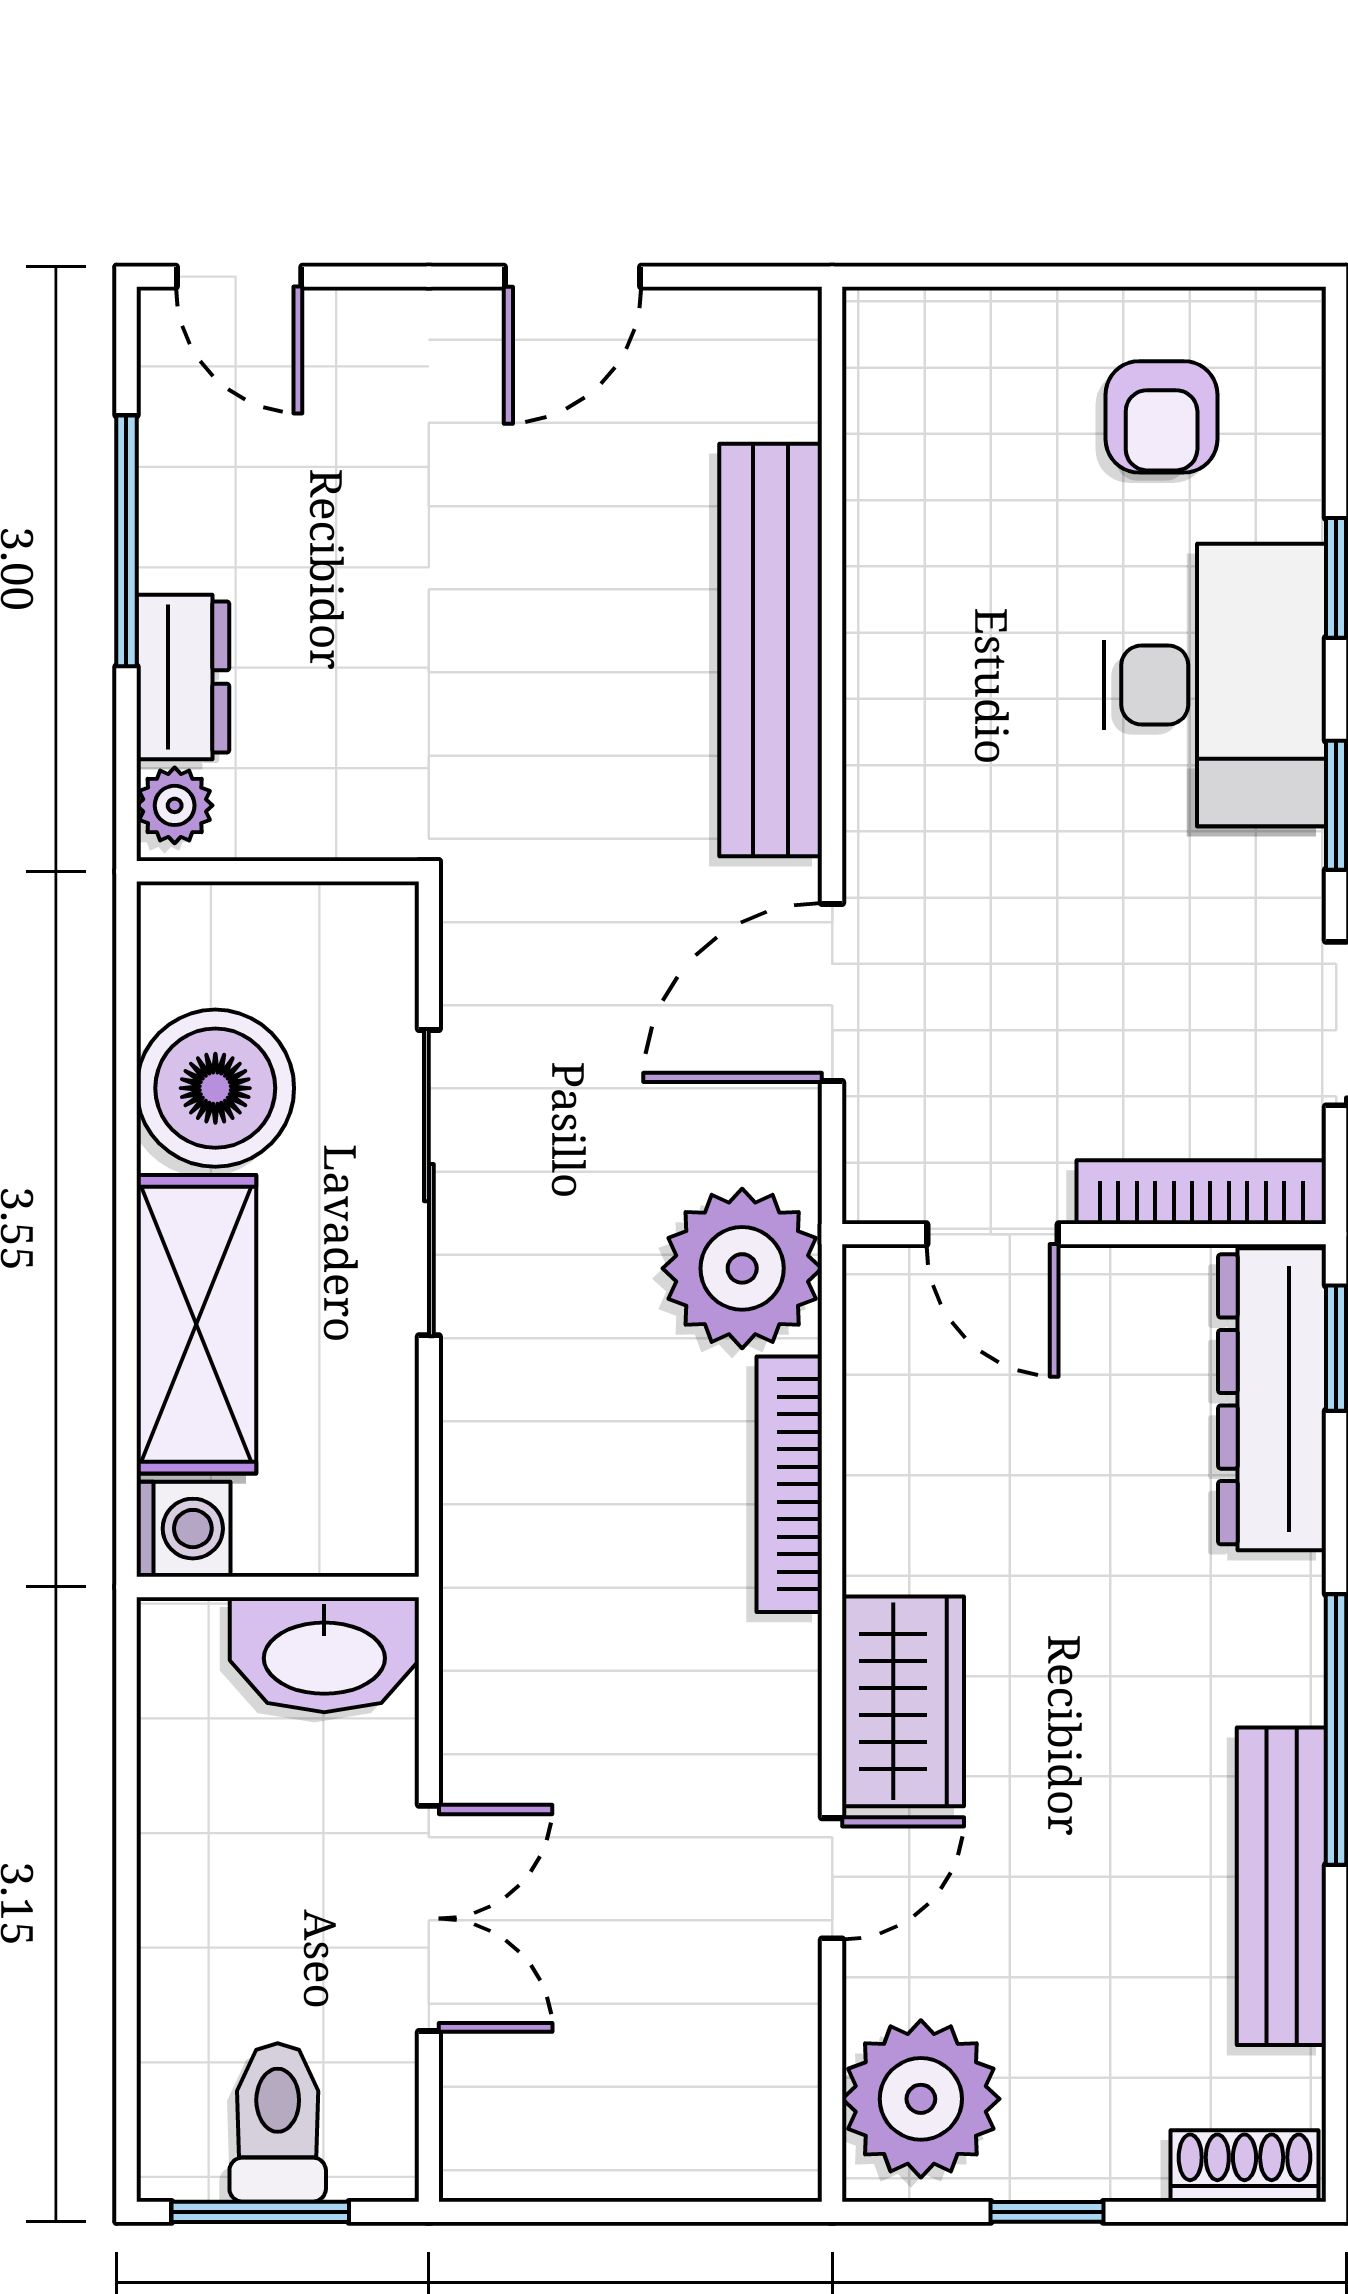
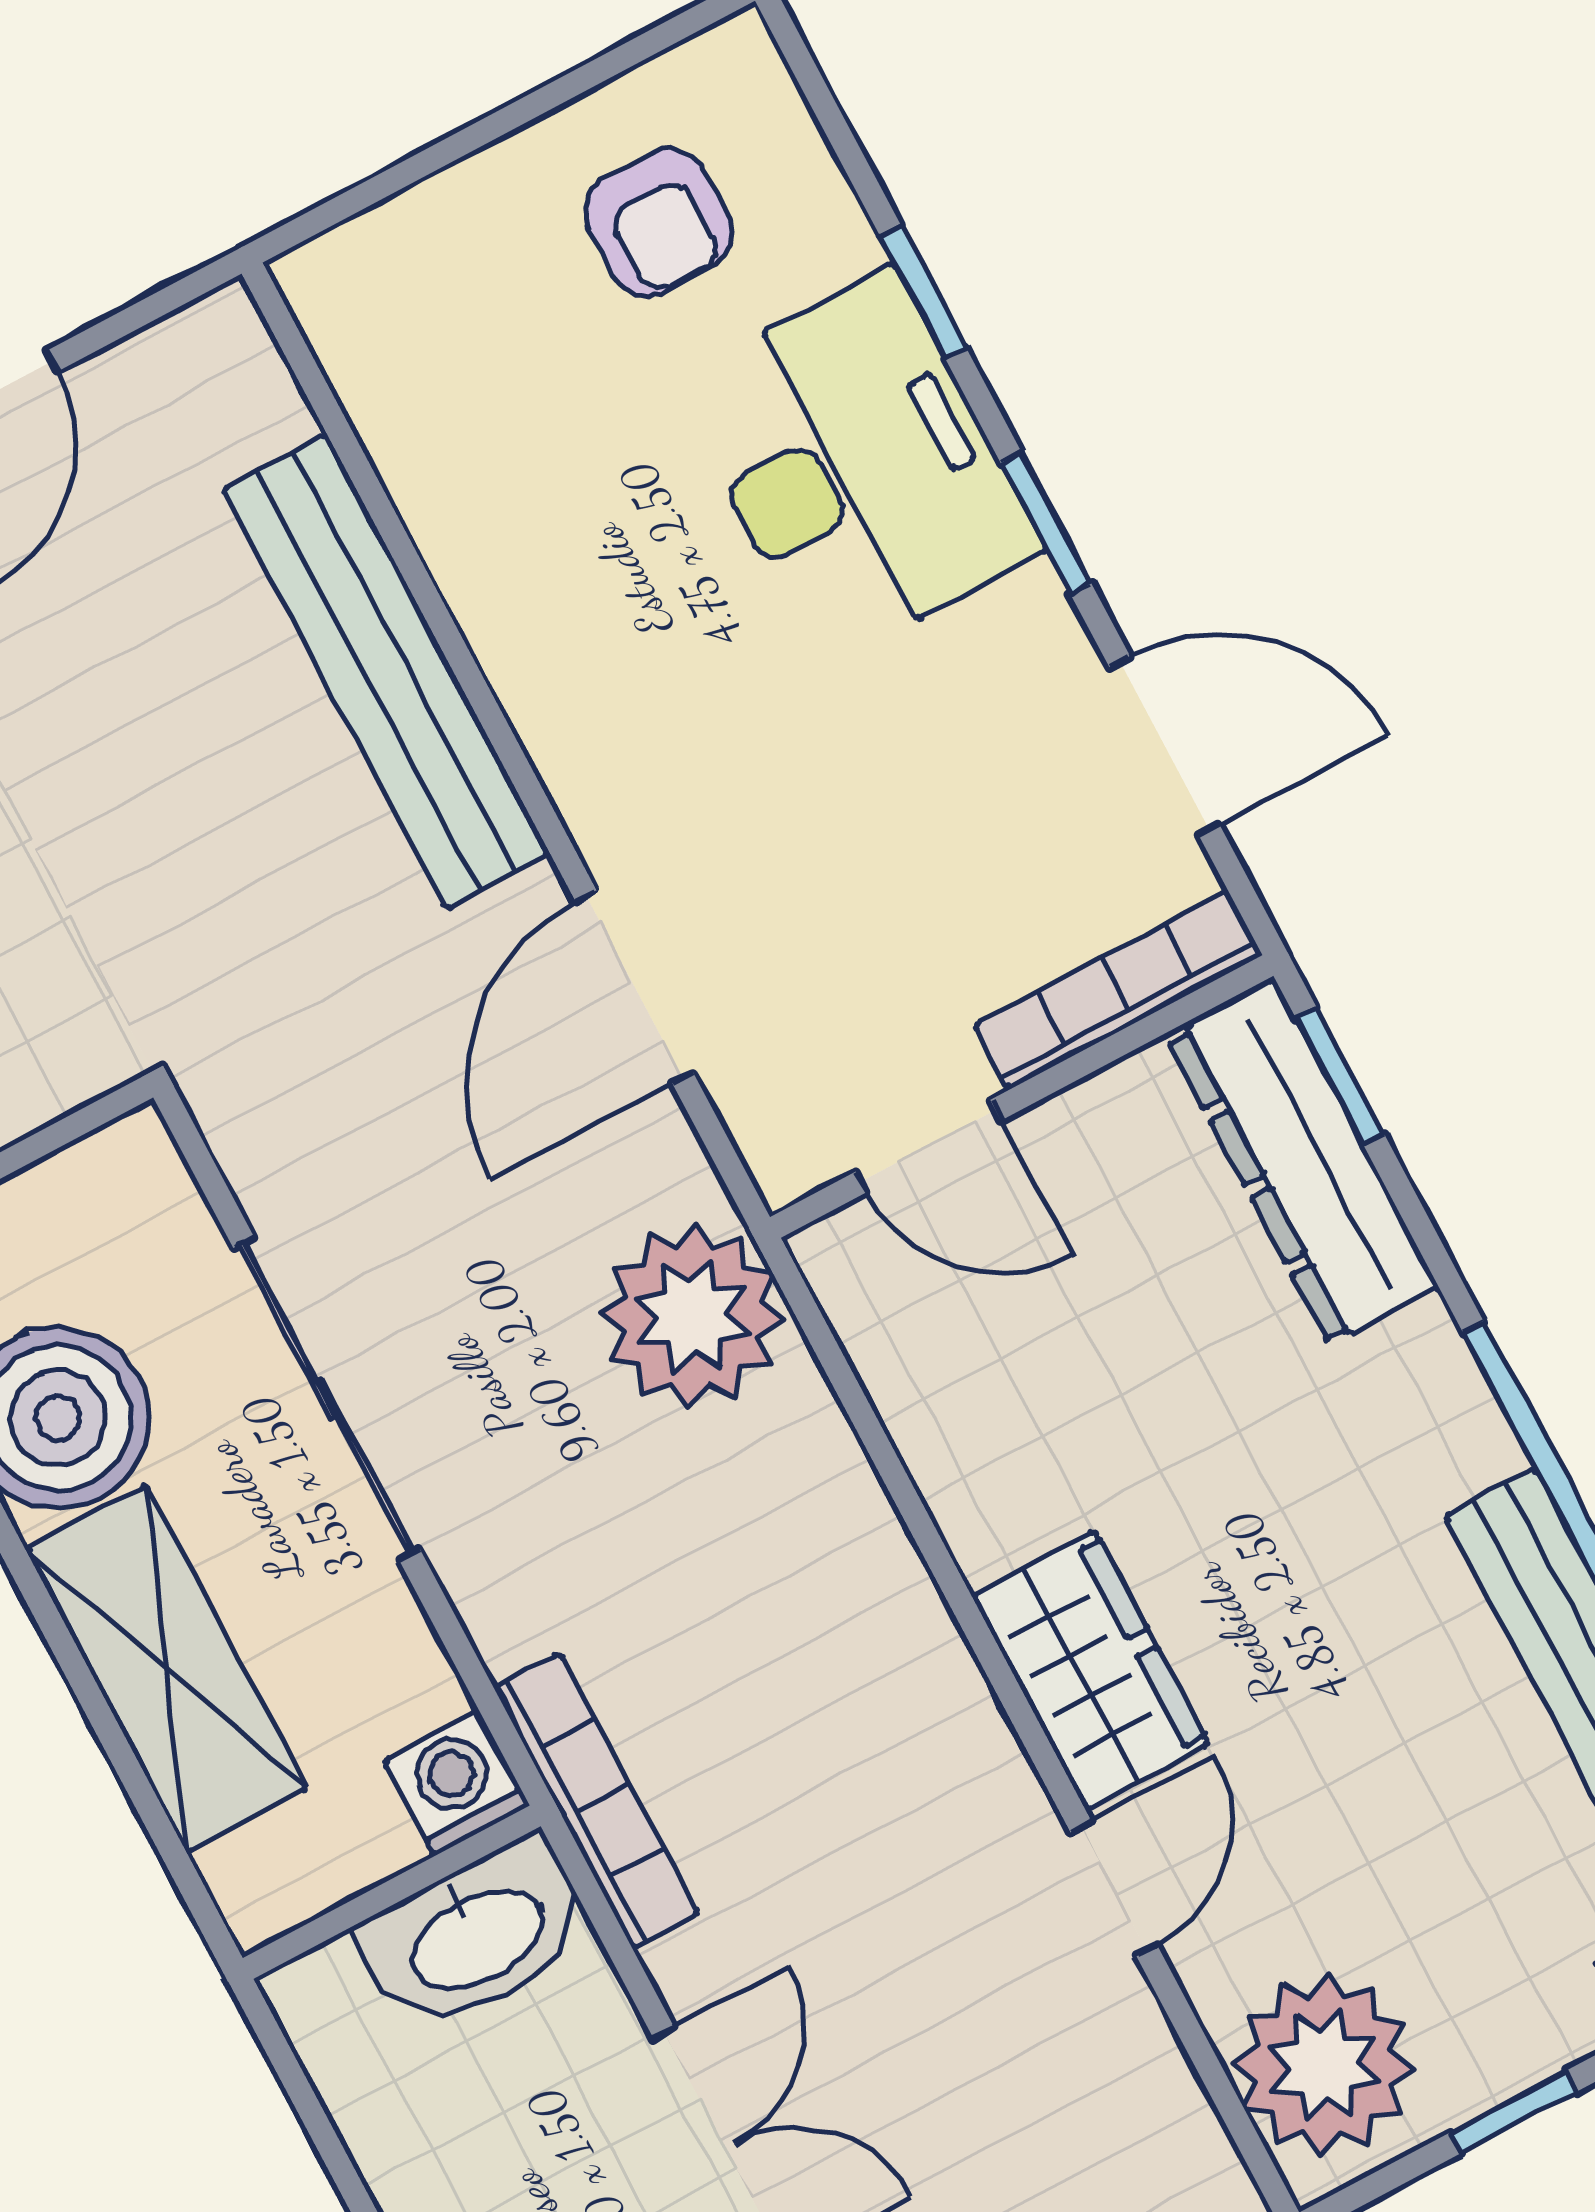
bookcase: (789, 1484) -> (596, 1801), moved, turned 180
washing machine: (183, 1529) -> (457, 1783), moved, turned -90

